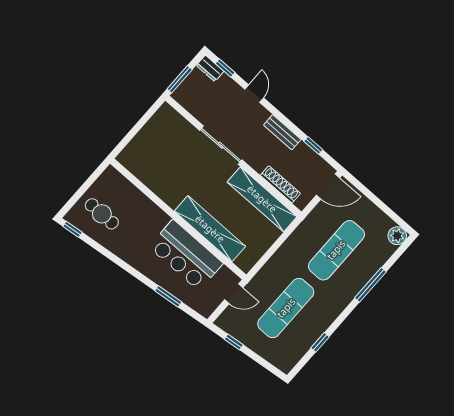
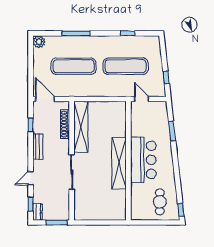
shelving: (210, 229) -> (119, 163), moved
bar counter: (186, 255) -> (143, 160), moved

